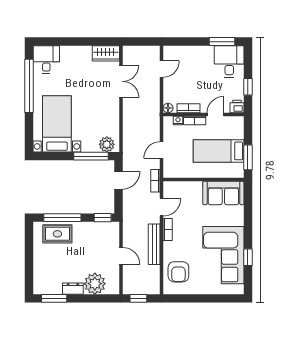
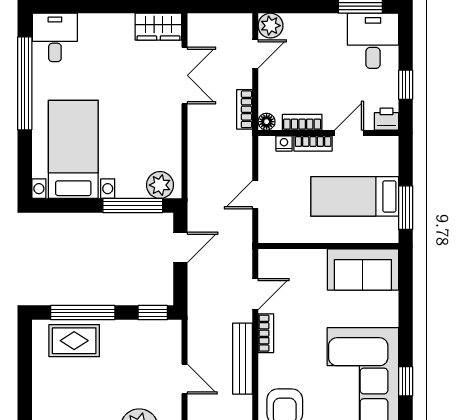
plant: (170, 53) -> (271, 26), added
bookcase: (155, 181) -> (245, 109), moved

